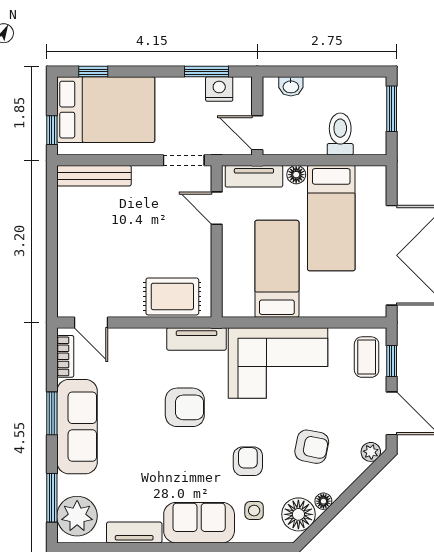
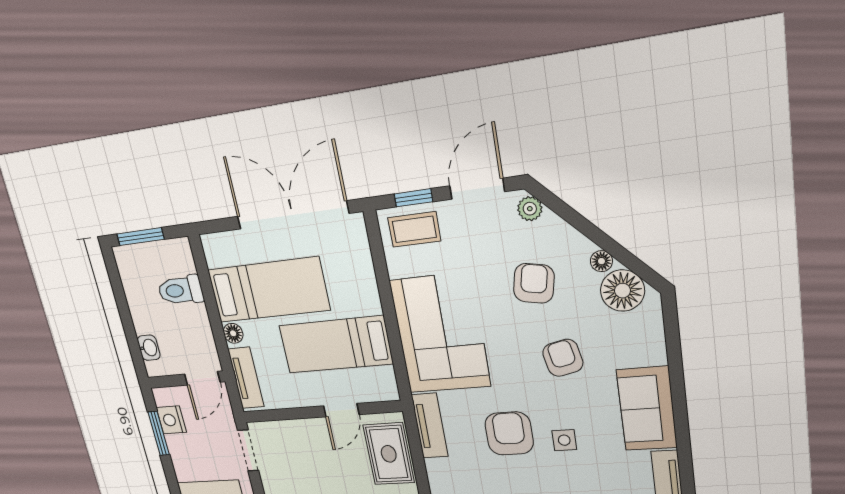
door: (217, 208) -> (341, 410), moved
armchair: (248, 461) -> (563, 358), turned 78
side table: (254, 511) -> (564, 440), moved

